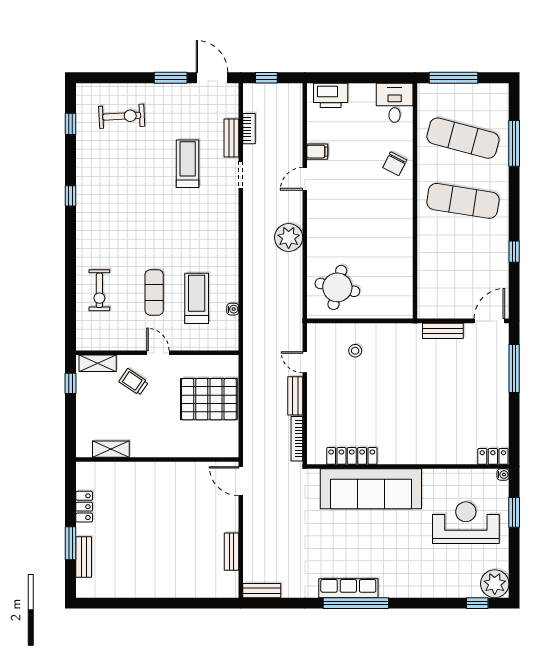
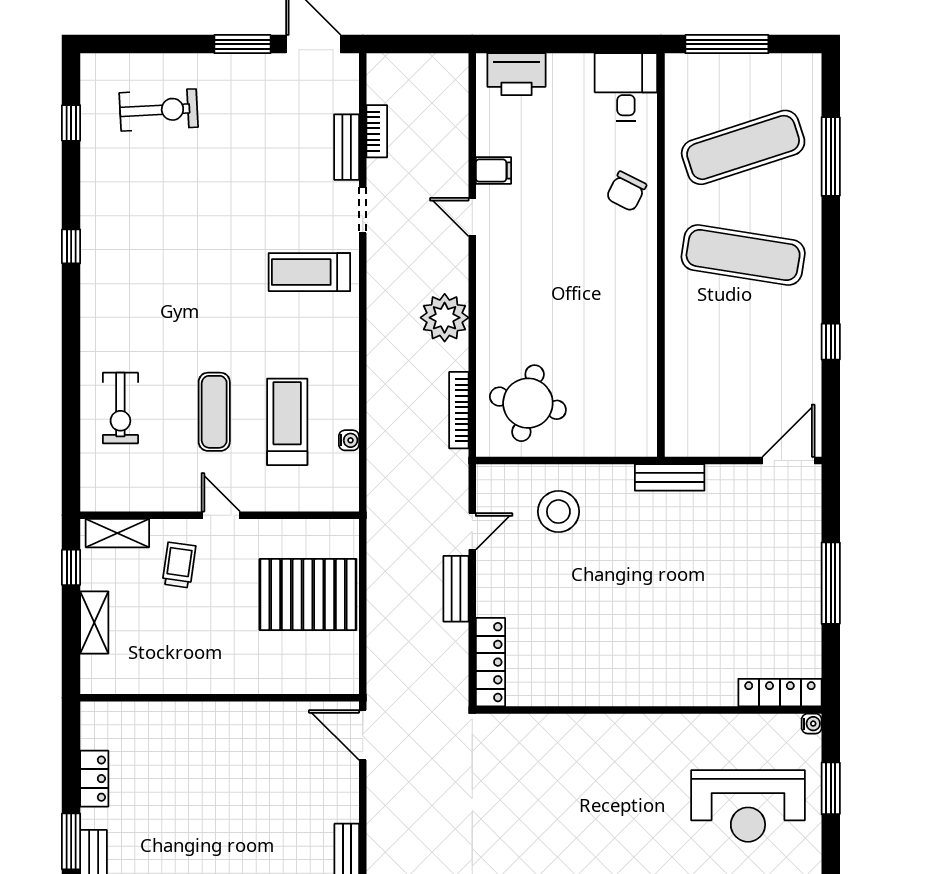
window: (266, 78) -> (407, 44), removed
exercise mat: (463, 138) -> (743, 147), turned -33
treadmill: (188, 164) -> (309, 272), moved, turned -90
door: (305, 179) -> (472, 217), hinge flipped
bench: (443, 331) -> (670, 477), moved
stool: (355, 351) -> (558, 512), width x1.89, depth x1.89
door: (305, 362) -> (472, 531), swing flipped
window: (514, 368) -> (831, 583), moved
trolley: (134, 382) -> (179, 565), turned 64
bookcase: (297, 439) -> (459, 410), moved
shelving: (111, 449) -> (94, 622), moved, turned 90
locker: (352, 456) -> (491, 662), moved, turned 90
locker: (493, 456) -> (780, 693), width x1.53
sofa: (371, 489) -> (585, 748), removed
reception desk: (466, 523) -> (748, 806), turned 180

